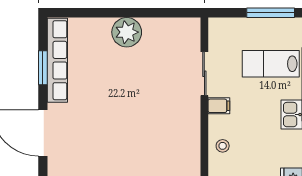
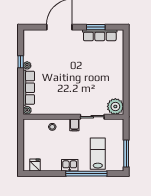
plant: (127, 32) -> (115, 106), moved
row of seats: (57, 60) -> (100, 35), width x0.73

